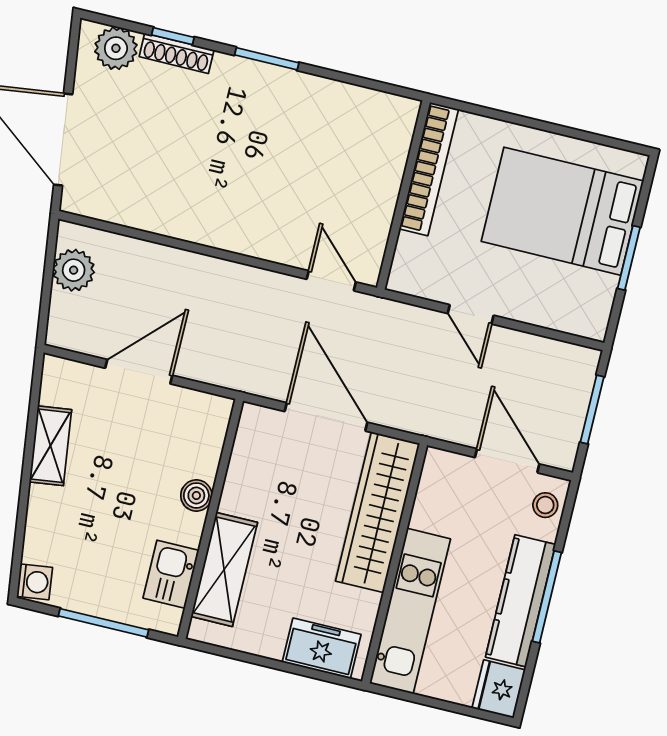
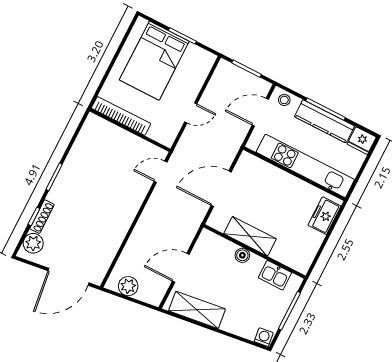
door: (139, 372) -> (181, 268), hinge flipped
shelving: (50, 446) -> (197, 310), width x1.50, depth x1.33
wardrobe: (378, 512) -> (269, 176), removed
shelving: (224, 569) -> (250, 236), moved
kitchen unit: (410, 611) -> (305, 166), width x1.36

